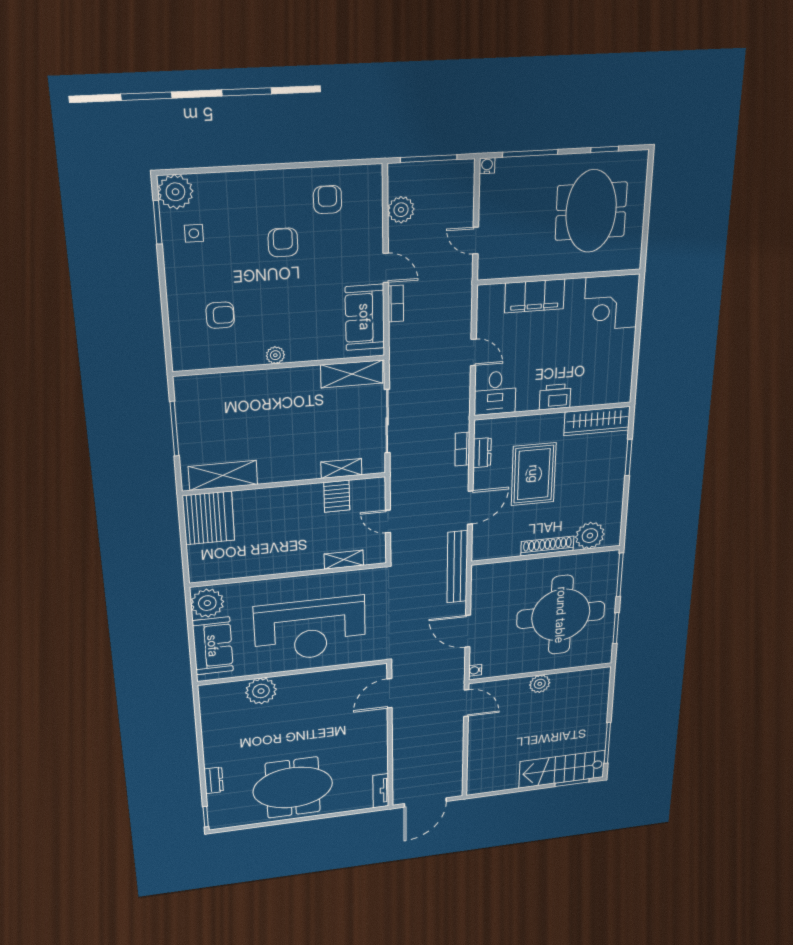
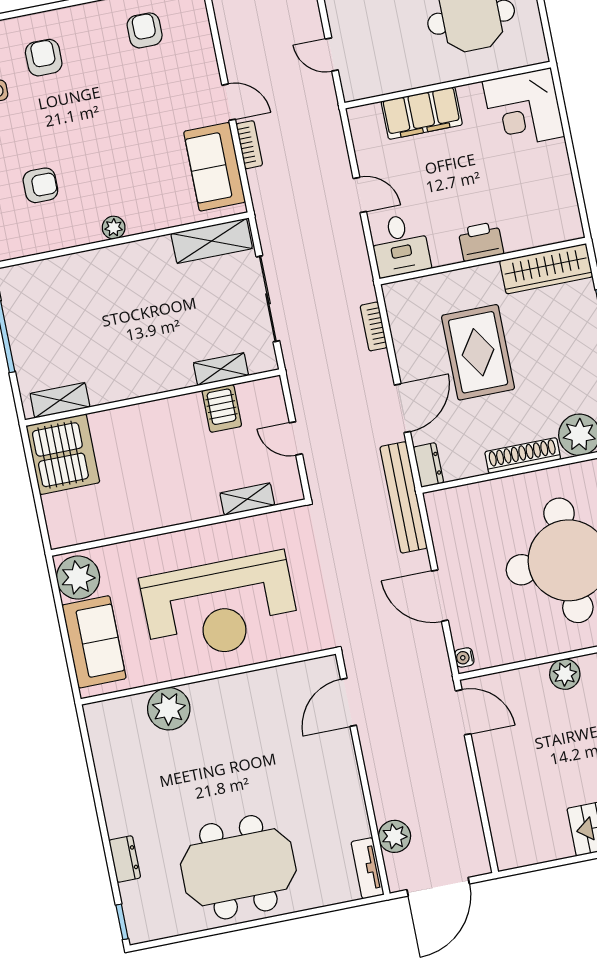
plant: (401, 210) -> (395, 836), moved
armchair: (283, 242) -> (44, 58), moved
dresser: (482, 453) -> (428, 465), moved
shelving: (223, 475) -> (60, 400), width x0.67, depth x0.75

